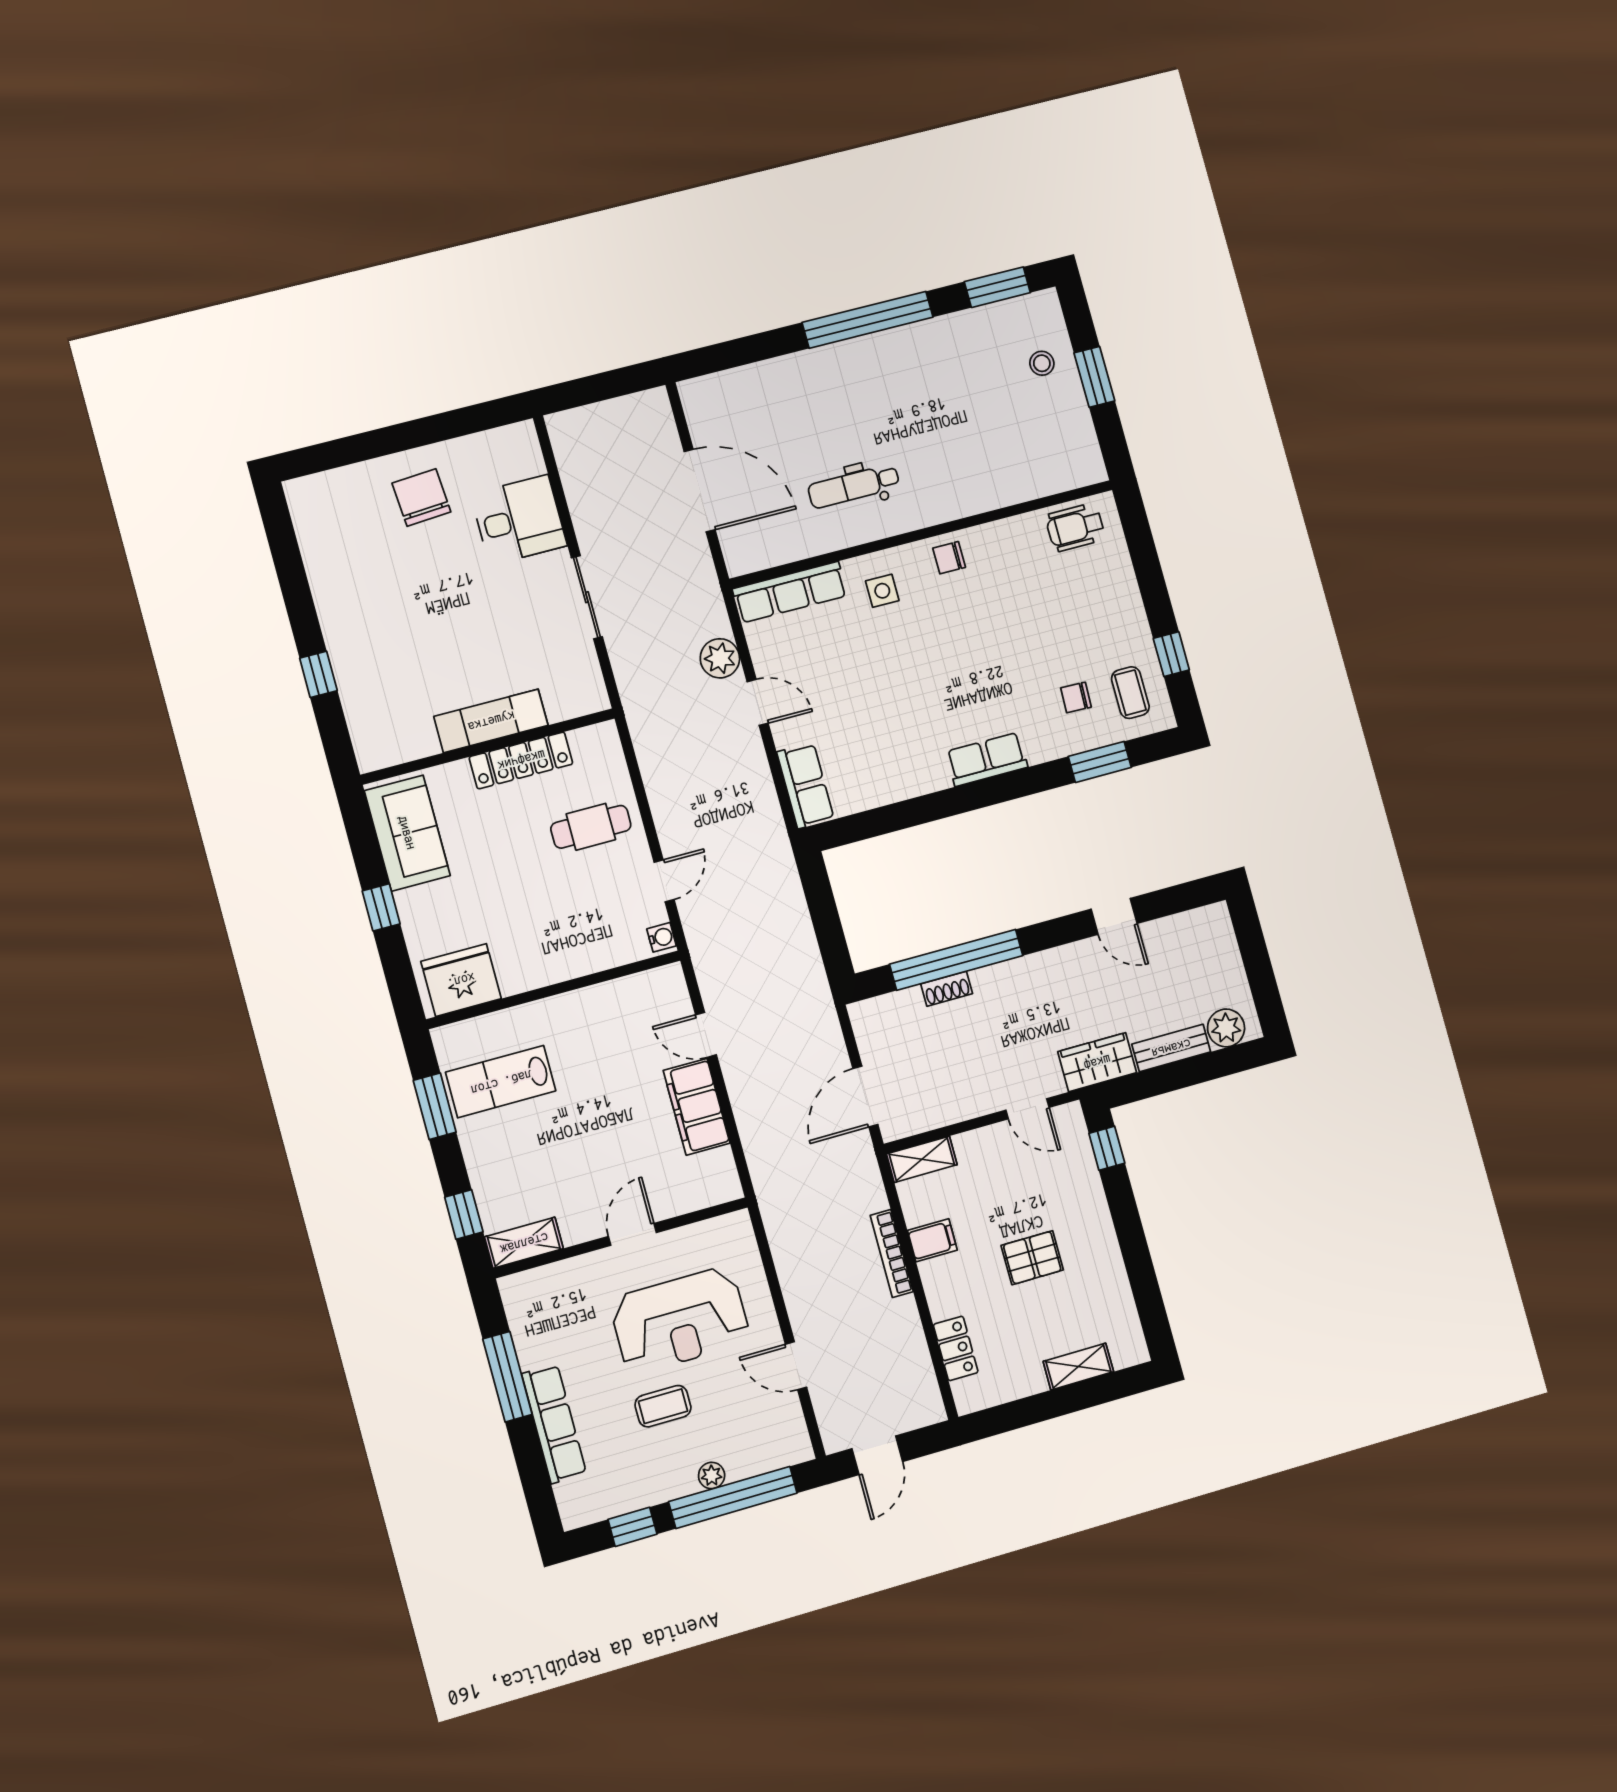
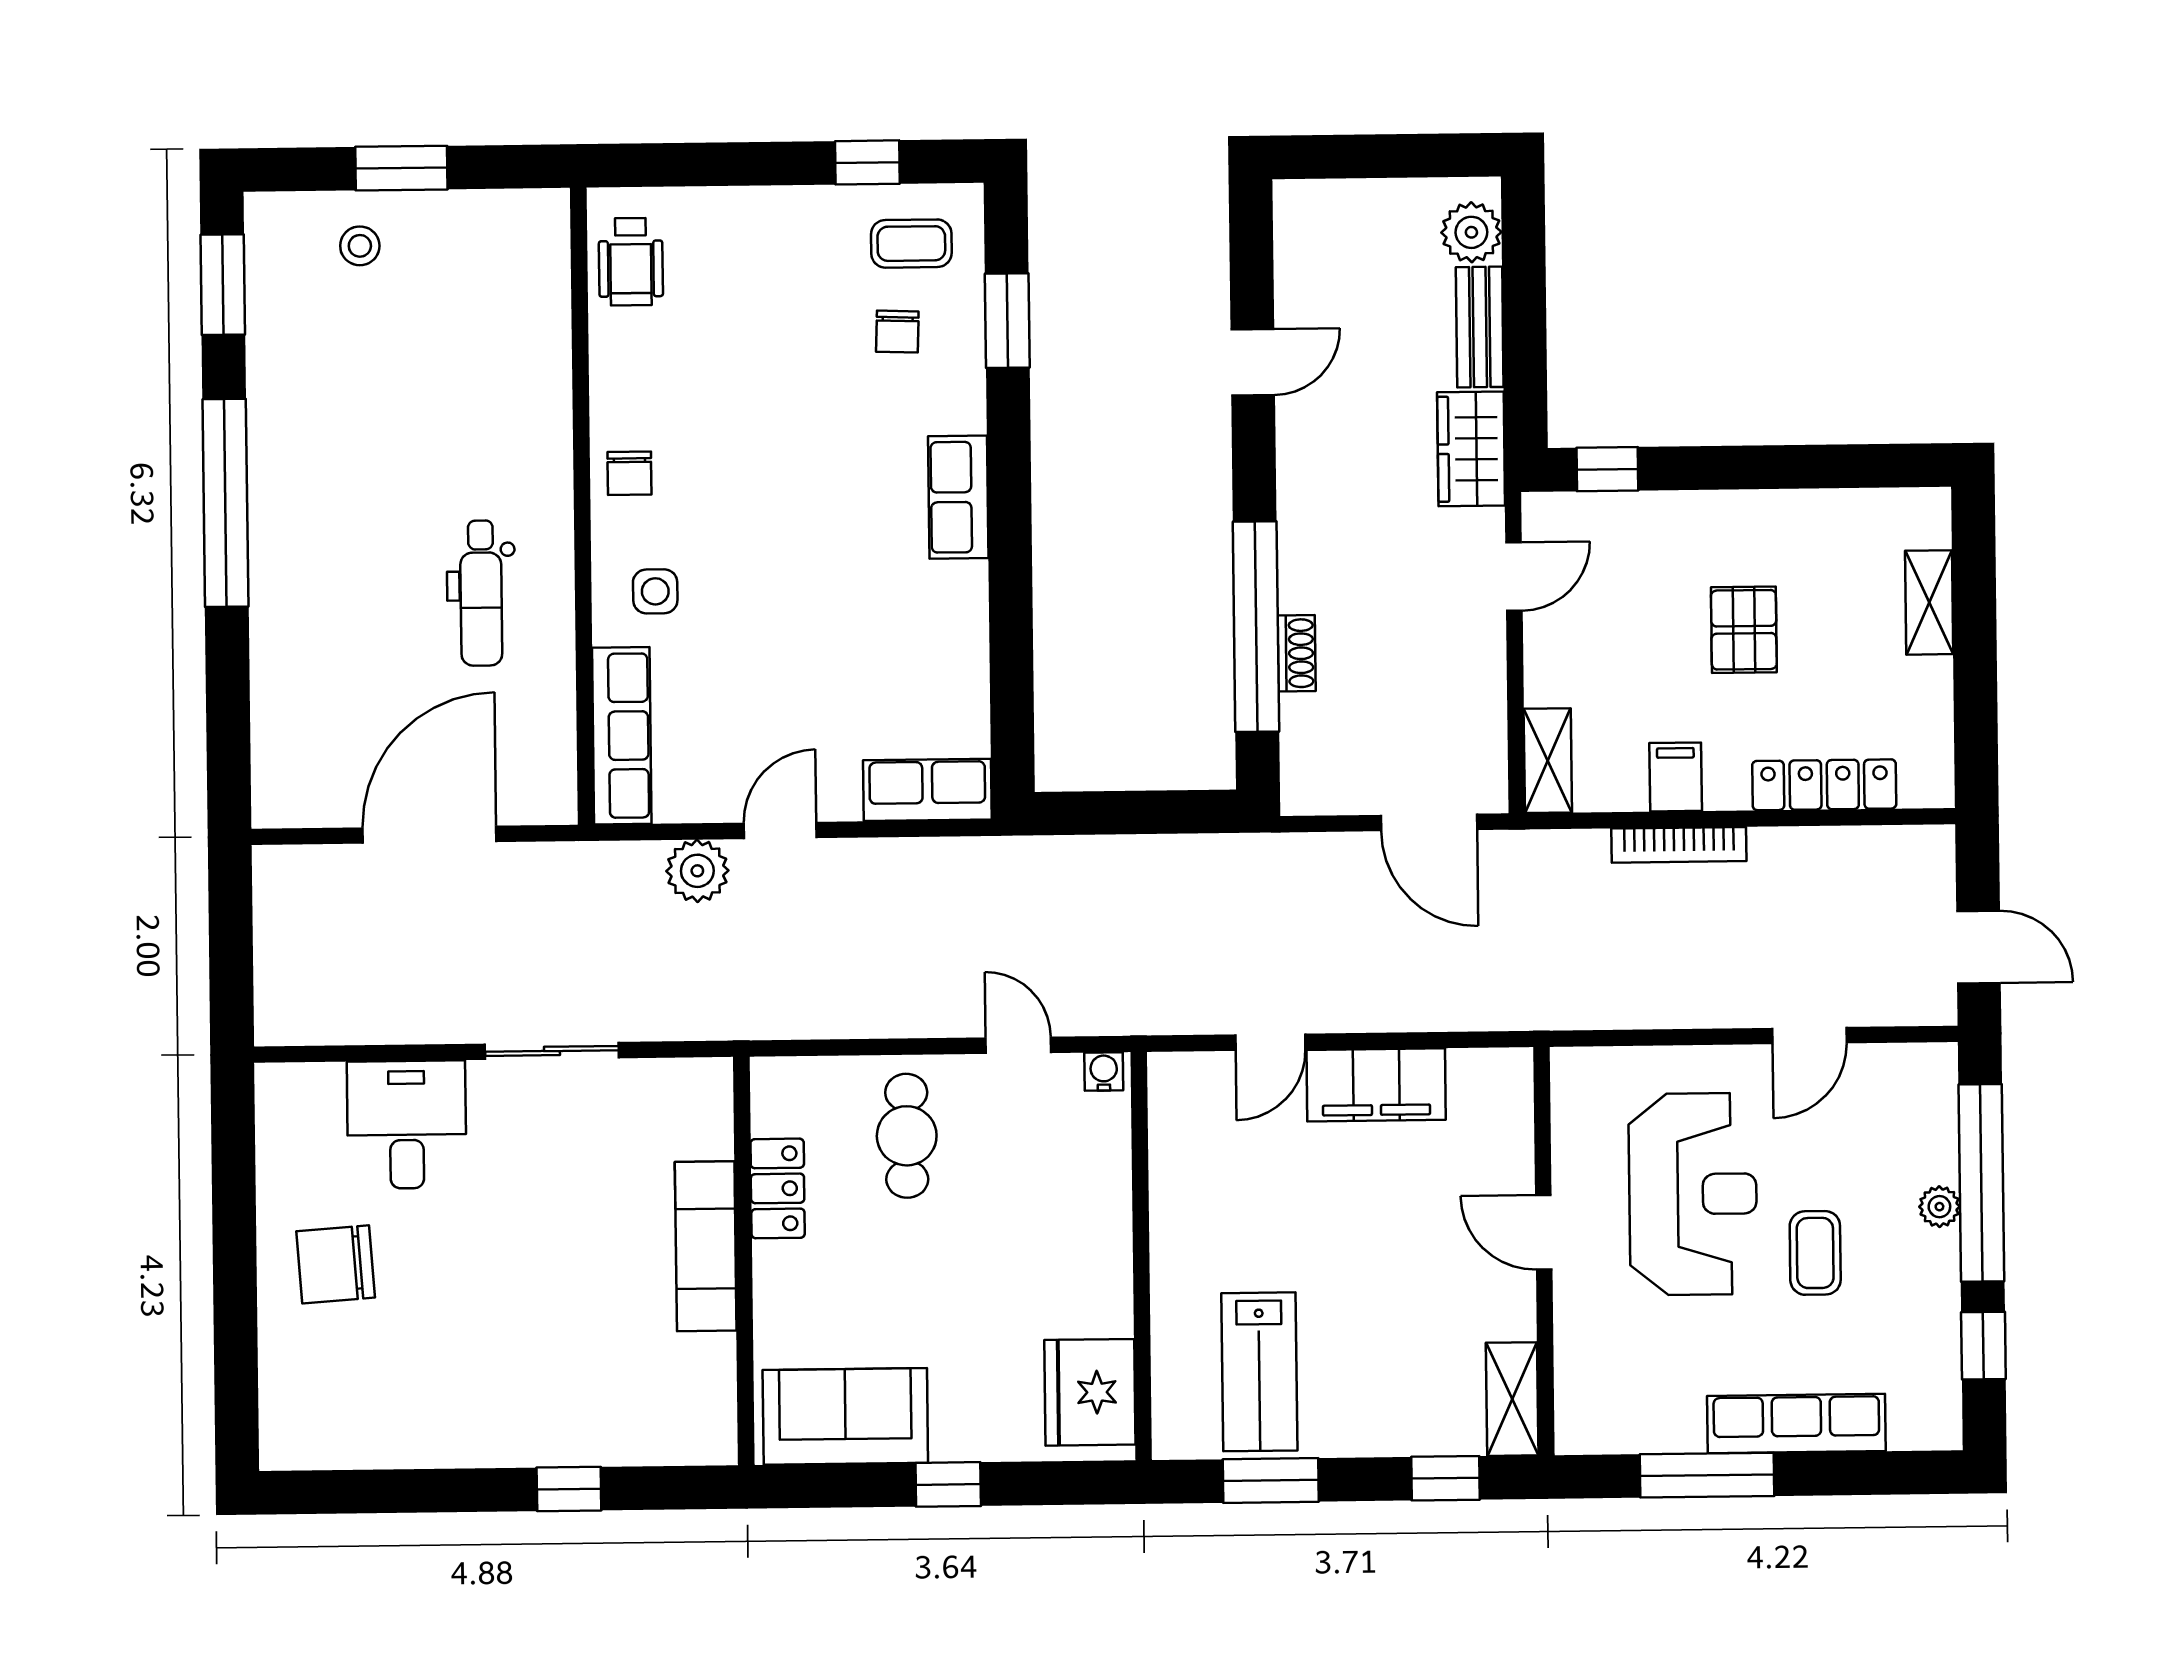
locker: (521, 760) -> (778, 1188), width x0.66
locker: (956, 1348) -> (1824, 785), width x1.53

